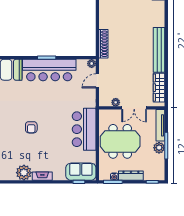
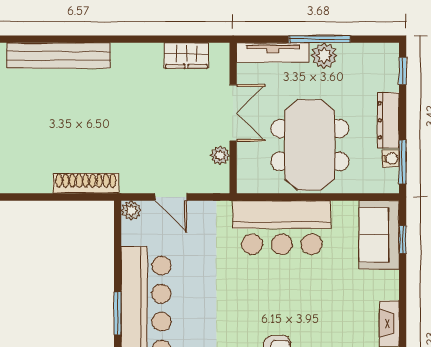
bench: (159, 50) -> (59, 56), moved
wardrobe: (159, 88) -> (186, 56), width x0.67

